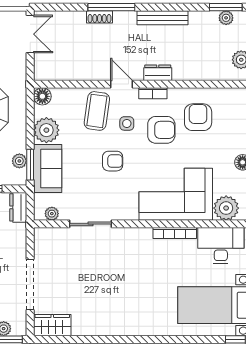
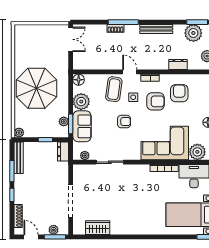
plant: (226, 18) -> (193, 33), width x1.88, depth x1.88
dresser: (158, 73) -> (178, 64), moved
wardrobe: (52, 325) -> (98, 228), moved

